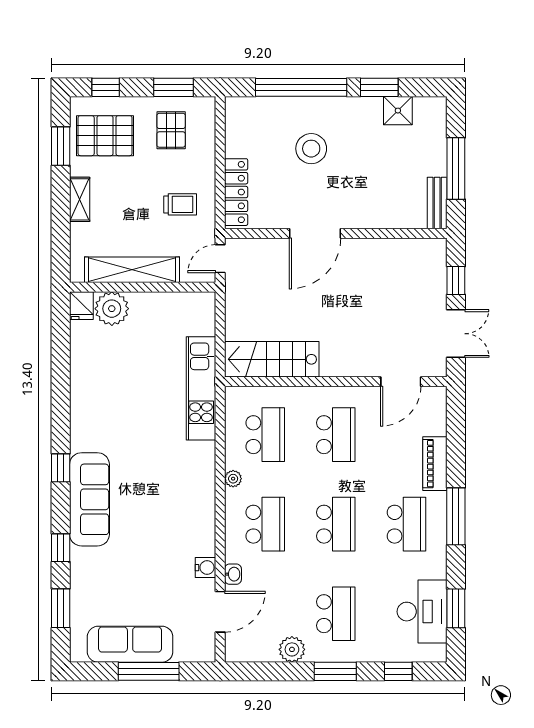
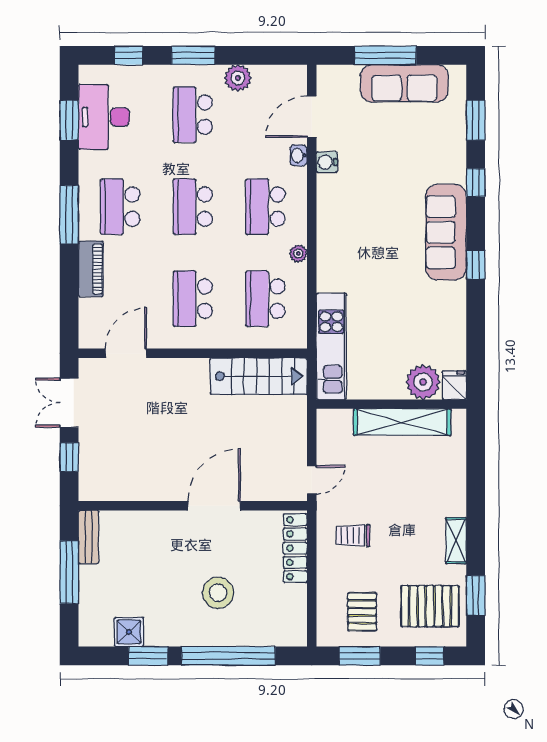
shelving: (132, 270) -> (402, 422), moved
wall: (143, 287) -> (391, 404), moved
fridge: (81, 306) -> (454, 385), moved
plant: (112, 309) -> (423, 382), moved

